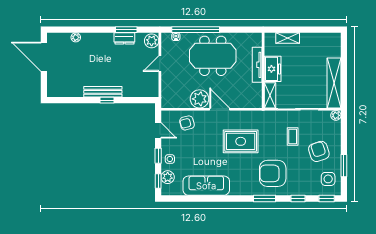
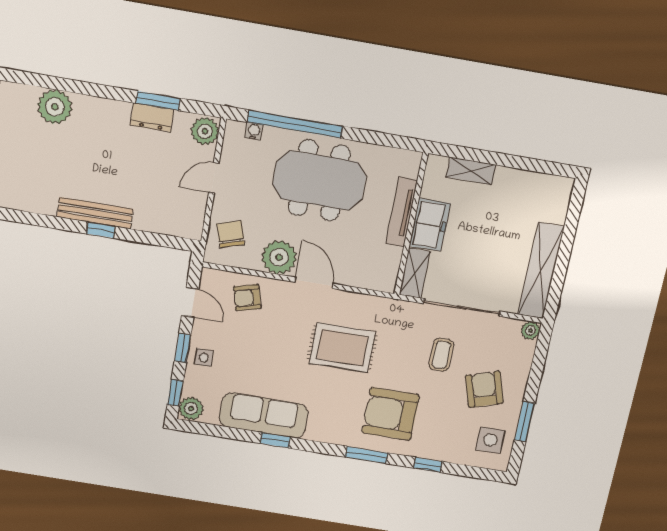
plant: (76, 37) -> (55, 107), width x1.88, depth x1.88
chair: (173, 91) -> (231, 234), added
plant: (168, 177) -> (191, 409), moved
window: (327, 199) -> (275, 440), moved

